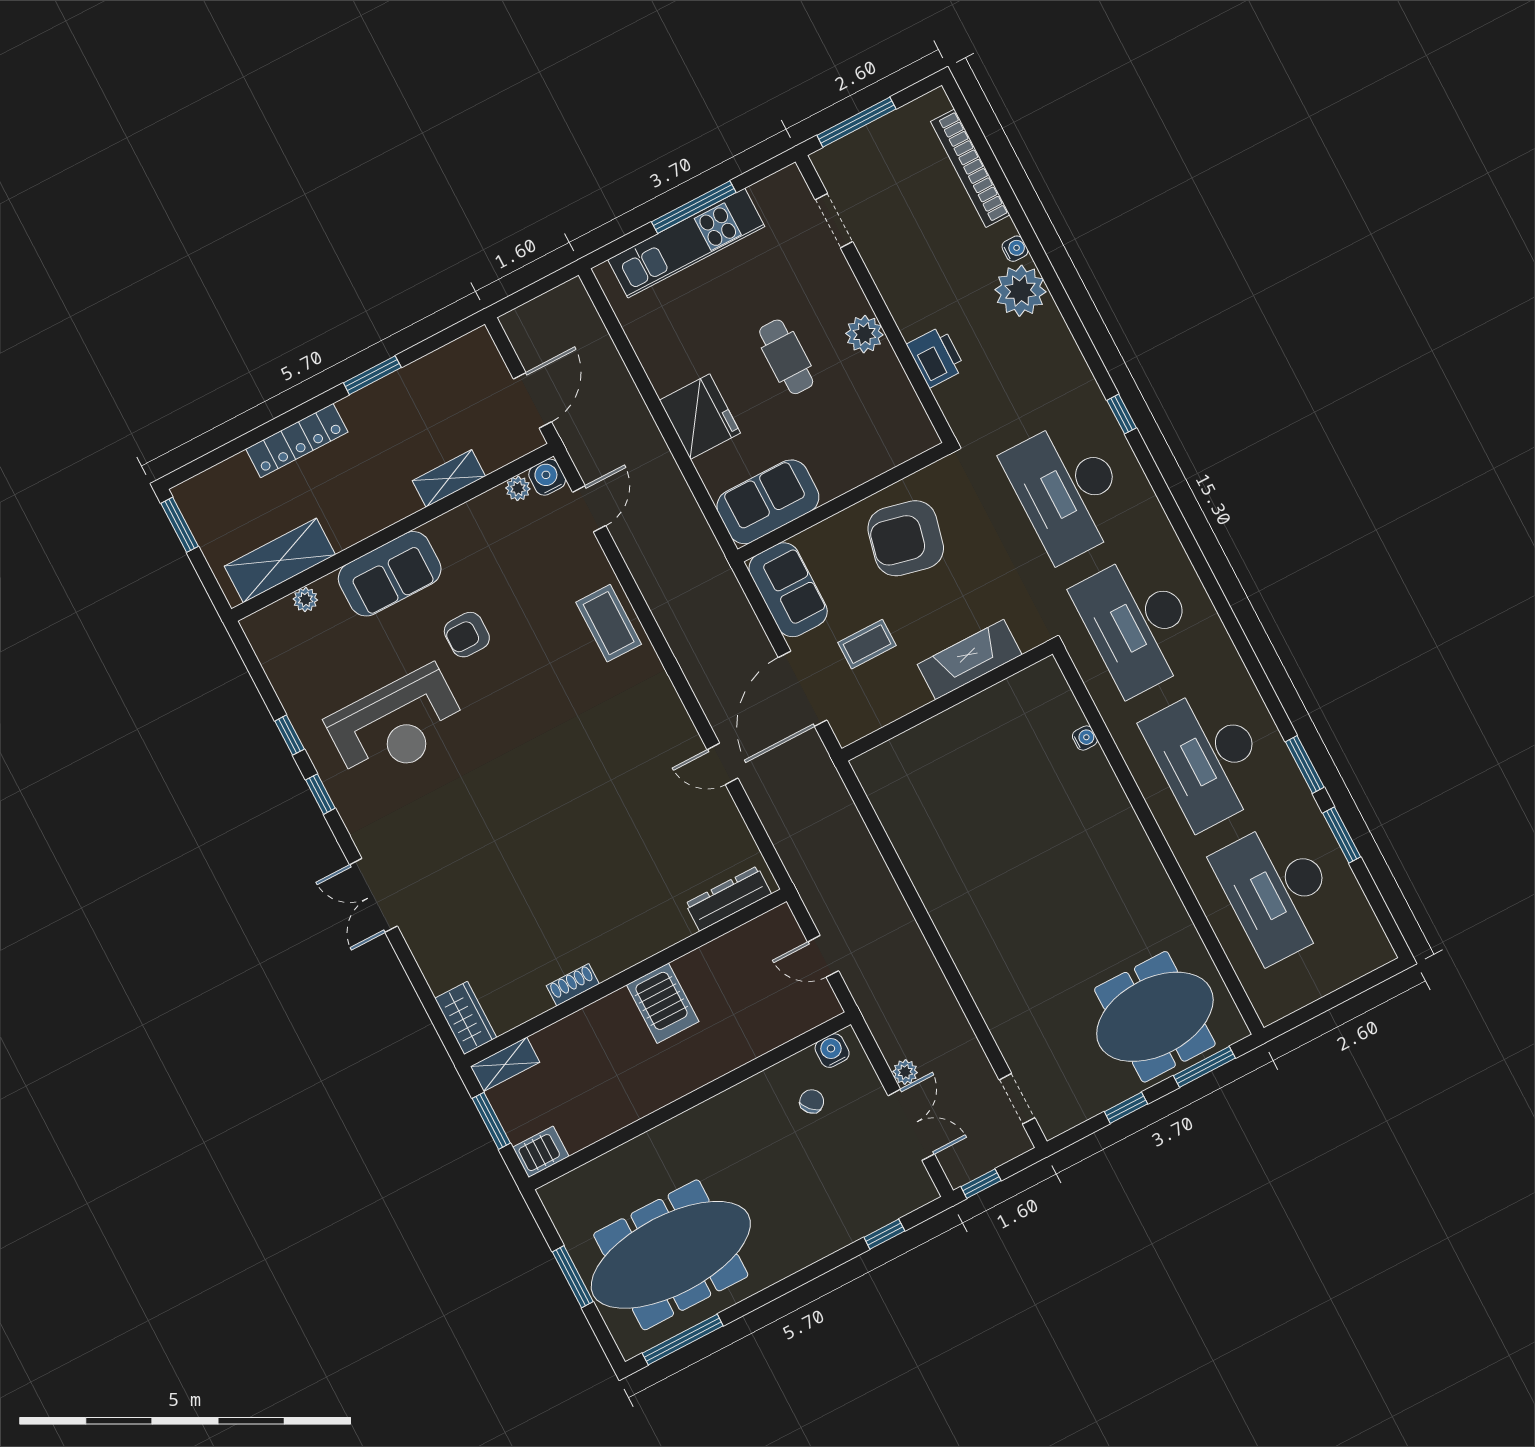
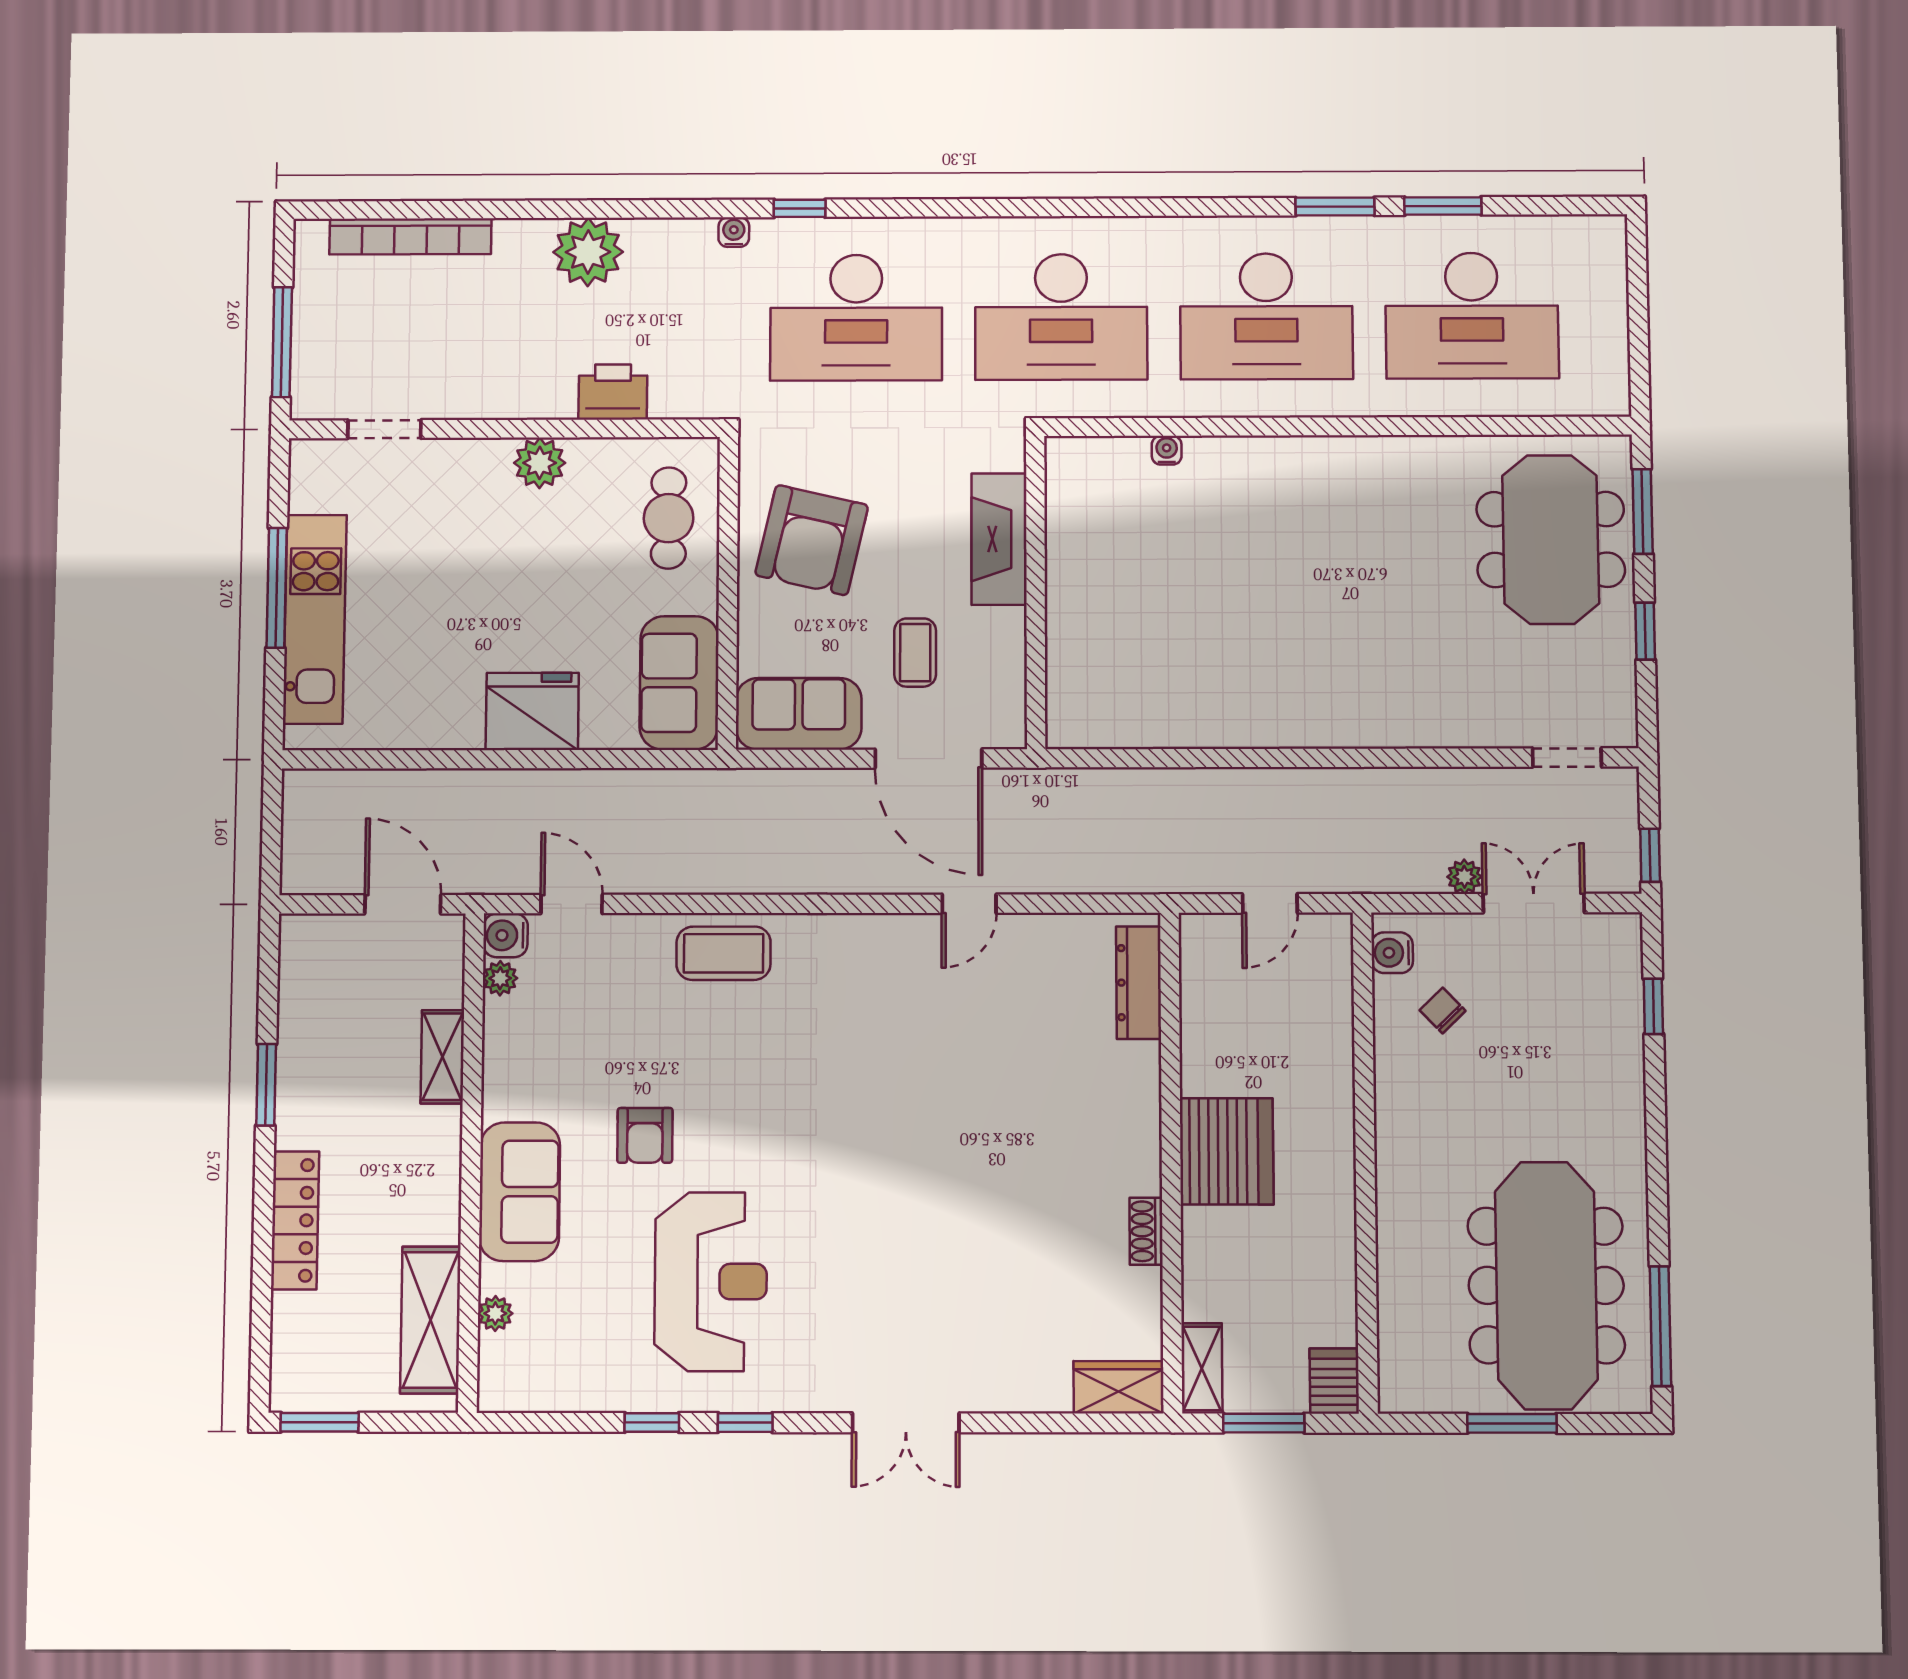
water cooler: (1015, 249) -> (734, 232), moved
cafe table: (786, 357) -> (669, 518), moved, turned 90
server rack: (663, 1003) -> (1227, 1151), width x1.60

